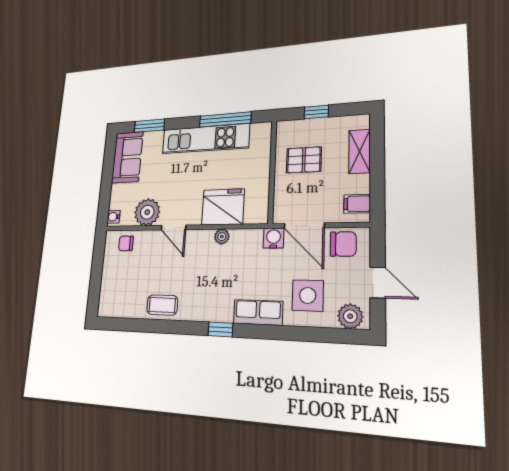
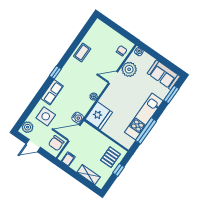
pallet: (304, 160) -> (110, 157), moved
fridge: (223, 207) -> (99, 116), moved

